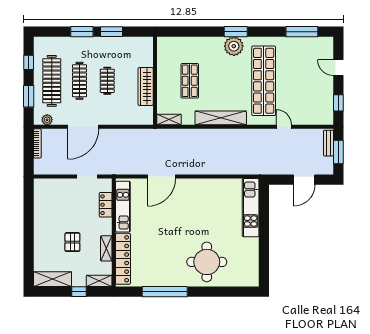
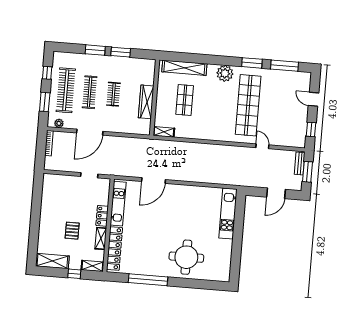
window: (236, 32) -> (252, 63), moved
shelving: (221, 118) -> (184, 68), moved
locker: (106, 205) -> (102, 216), moved

